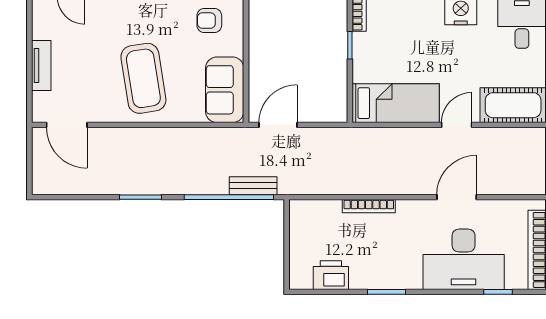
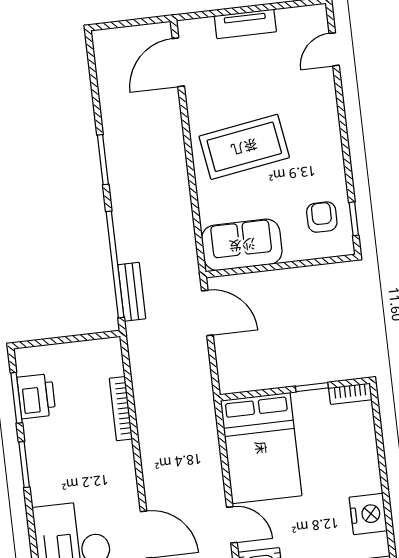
bed: (396, 103) -> (261, 448), width x1.50
bookcase: (369, 206) -> (121, 409), moved
window: (330, 292) -> (16, 398), added

